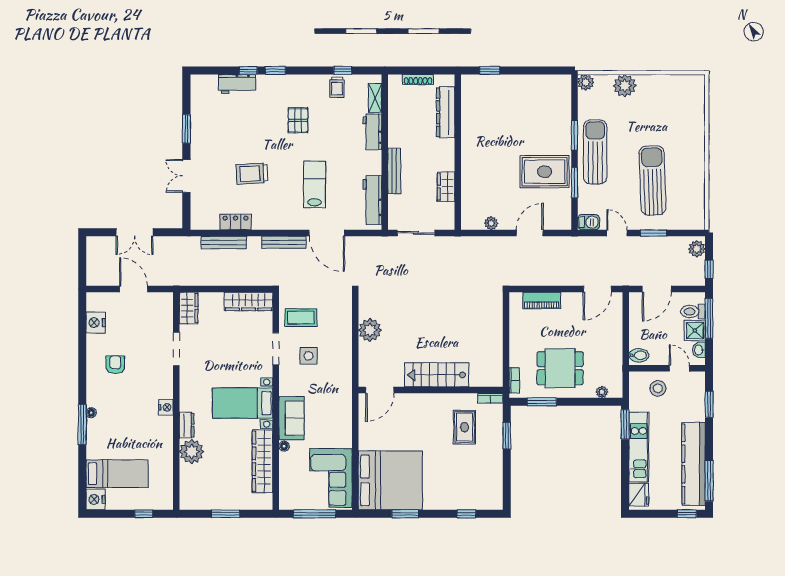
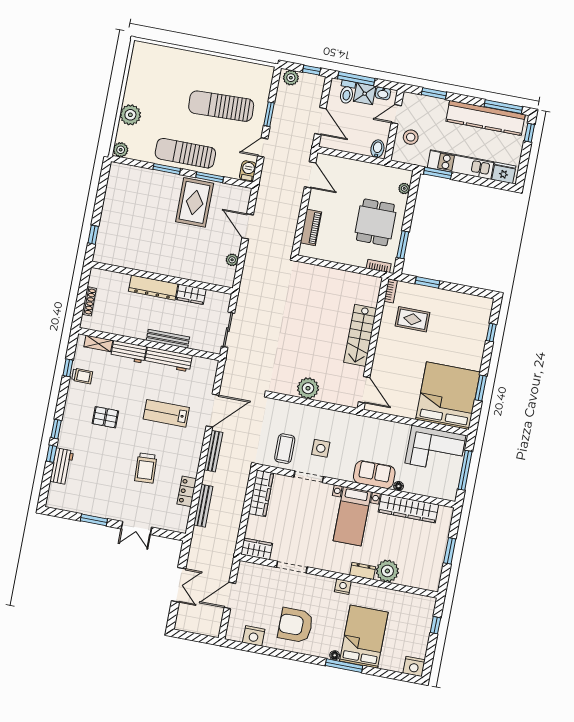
dresser: (446, 112) -> (153, 288), moved
workbench: (372, 200) -> (168, 359), moved
armchair: (115, 365) -> (295, 625), width x1.88, depth x1.88
bed: (117, 474) -> (364, 637), moved, width x1.50

